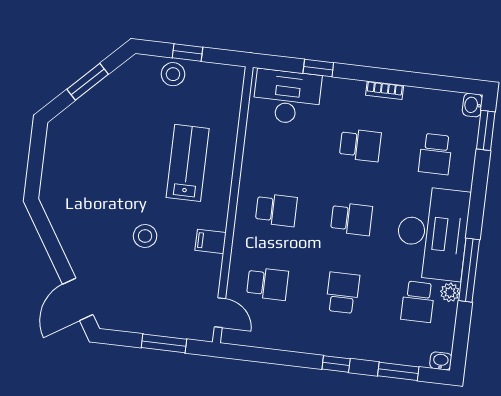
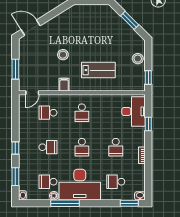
window: (188, 52) -> (148, 77), moved
school desk: (267, 284) -> (48, 113), turned 90

